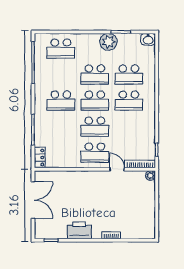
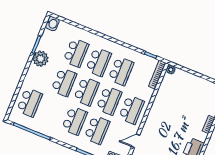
school desk: (61, 127) -> (97, 130), added
school desk: (129, 127) -> (121, 71), added
door: (117, 169) -> (135, 141), moved

